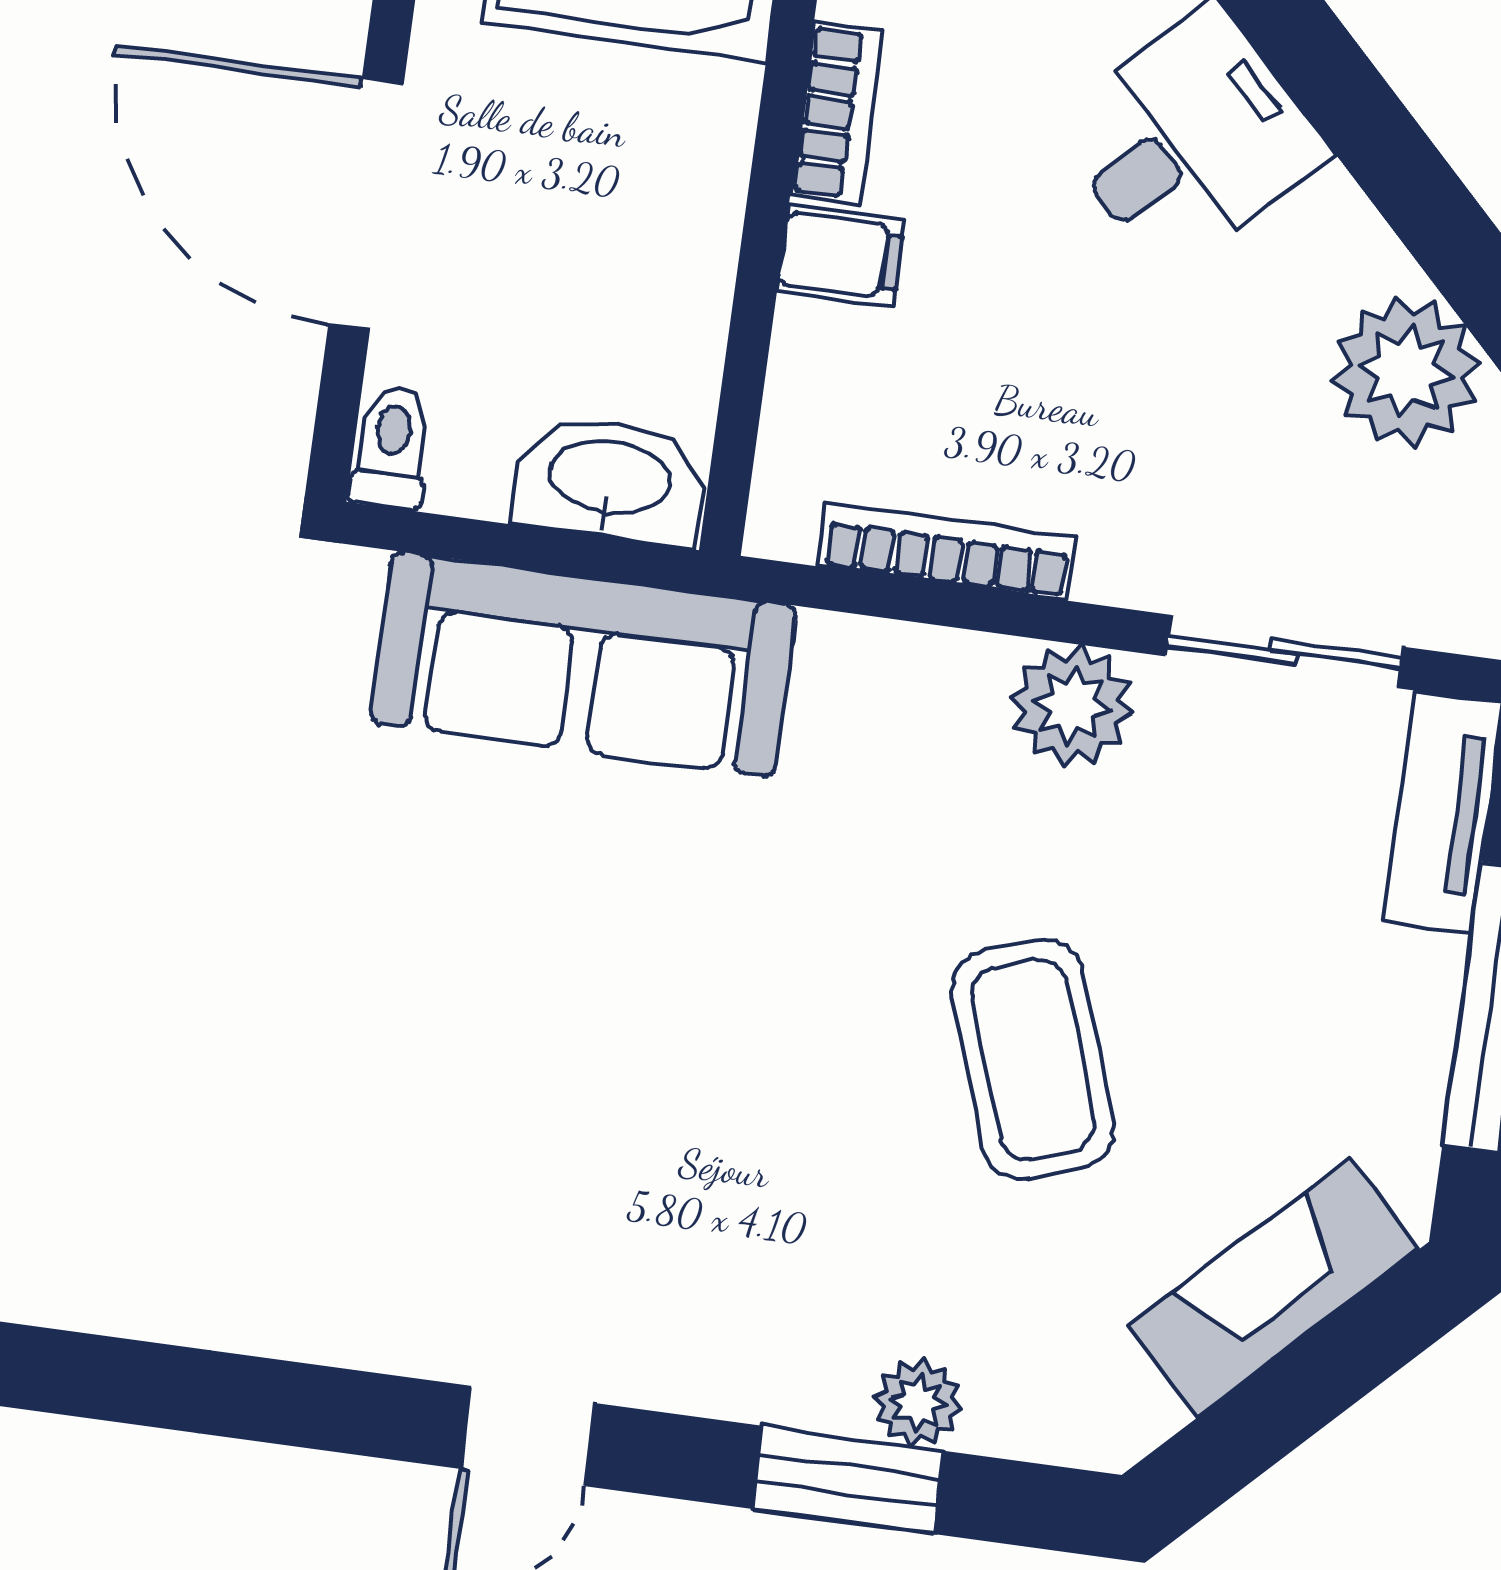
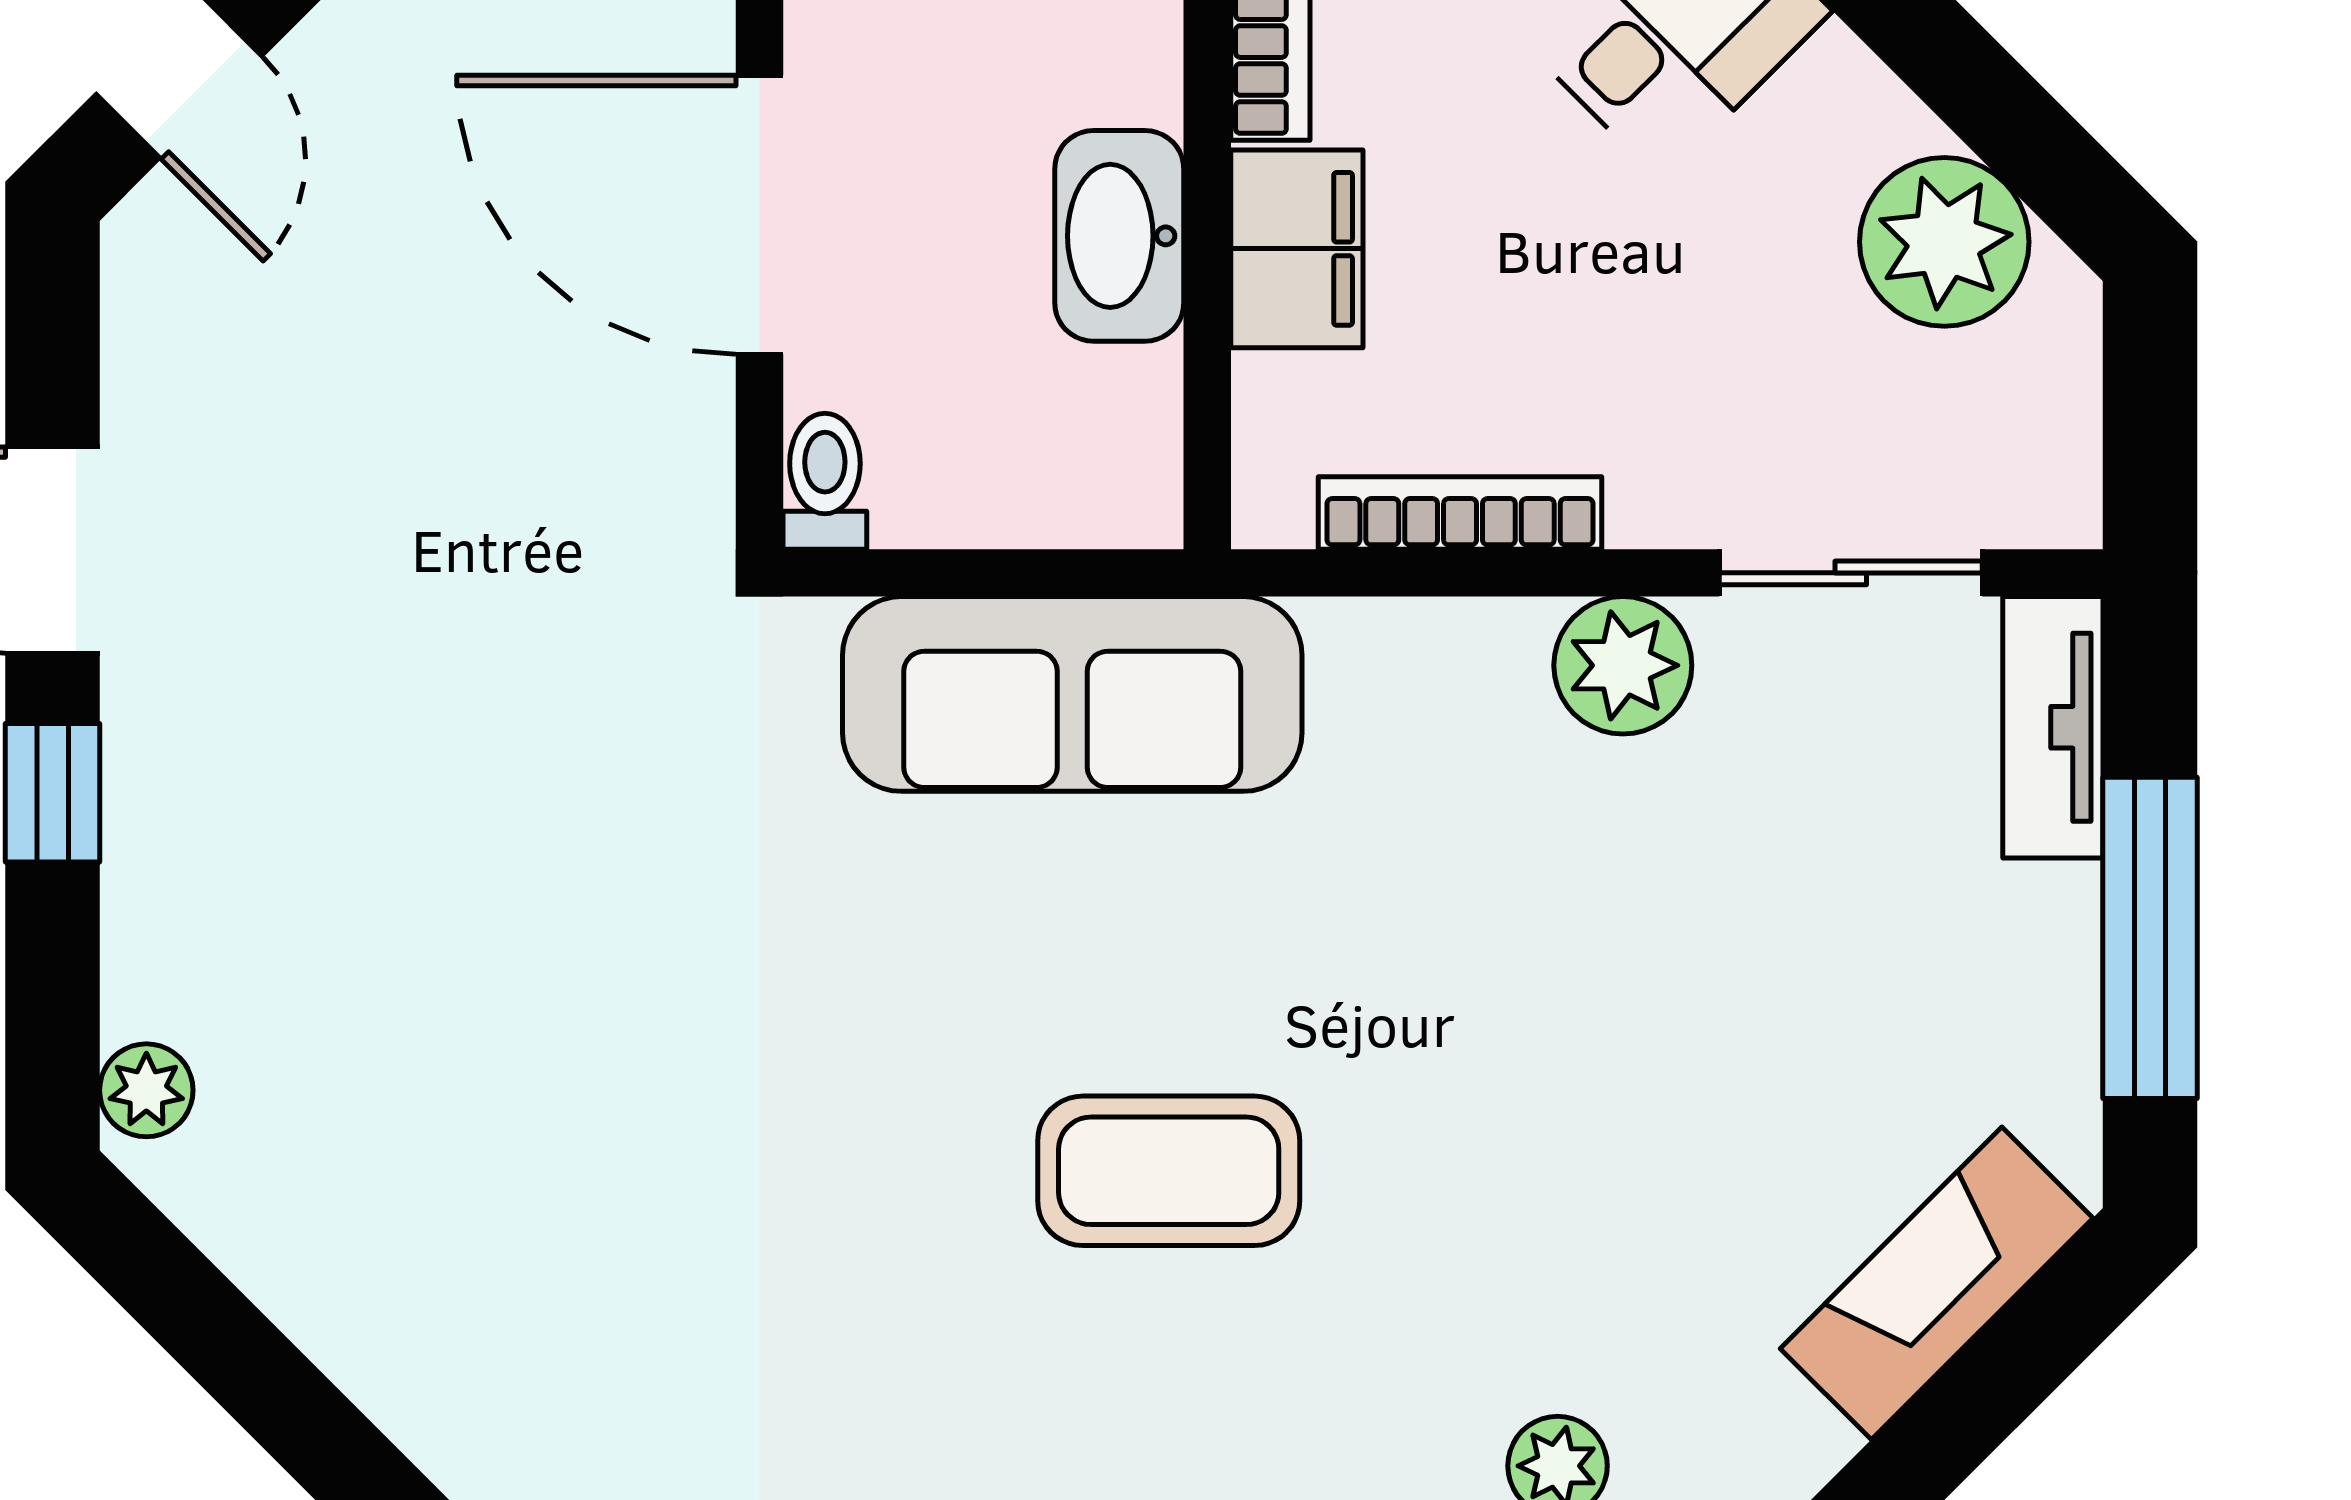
filing cabinet: (841, 256) -> (1297, 249), width x2.00
washbasin: (610, 480) -> (1119, 236), moved, turned -90
coffee table: (1033, 1060) -> (1169, 1171), moved, turned -71

